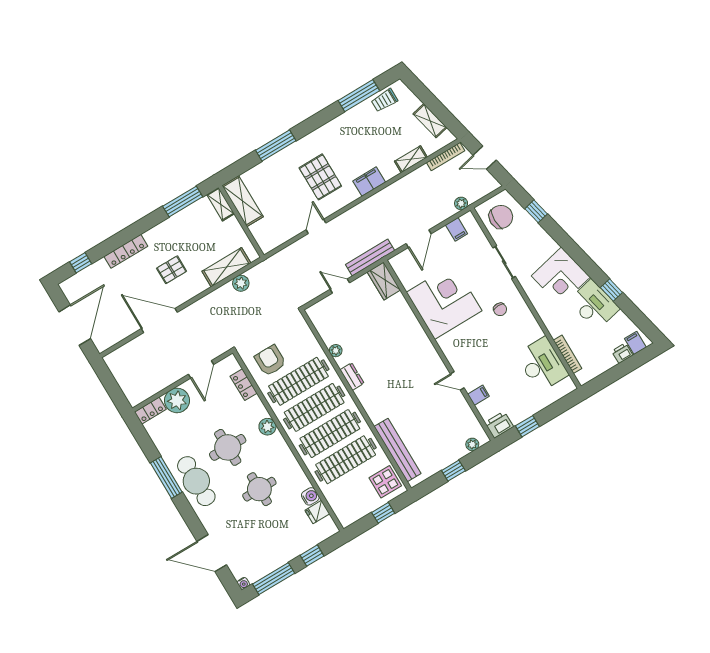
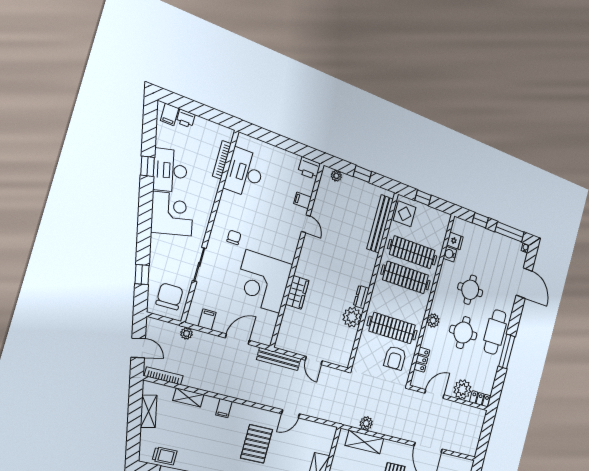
filing cabinet: (369, 182) -> (224, 408), width x0.50
chair: (501, 217) -> (170, 296), turned 90
wardrobe: (384, 281) -> (297, 292), moved
plant: (336, 351) -> (352, 317), width x1.88, depth x1.88
clothes rail: (314, 407) -> (399, 303), removed
window: (527, 426) -> (294, 147), removed

